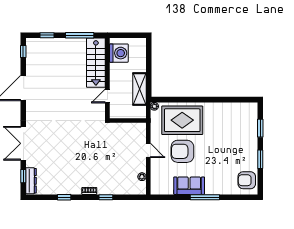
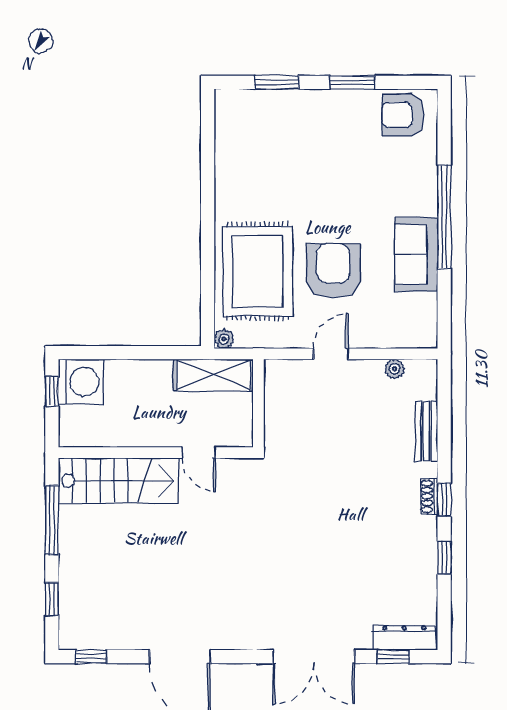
window: (133, 35) -> (52, 391), added
washing machine: (119, 53) -> (81, 382), moved, turned 90
shelving: (139, 89) -> (213, 375), moved
armchair: (182, 151) -> (333, 271), turned 180
armchair: (247, 180) -> (403, 115), turned 90
bench: (116, 190) -> (426, 431), added
window: (106, 197) -> (444, 500), moved
window: (205, 197) -> (444, 217), width x1.46

